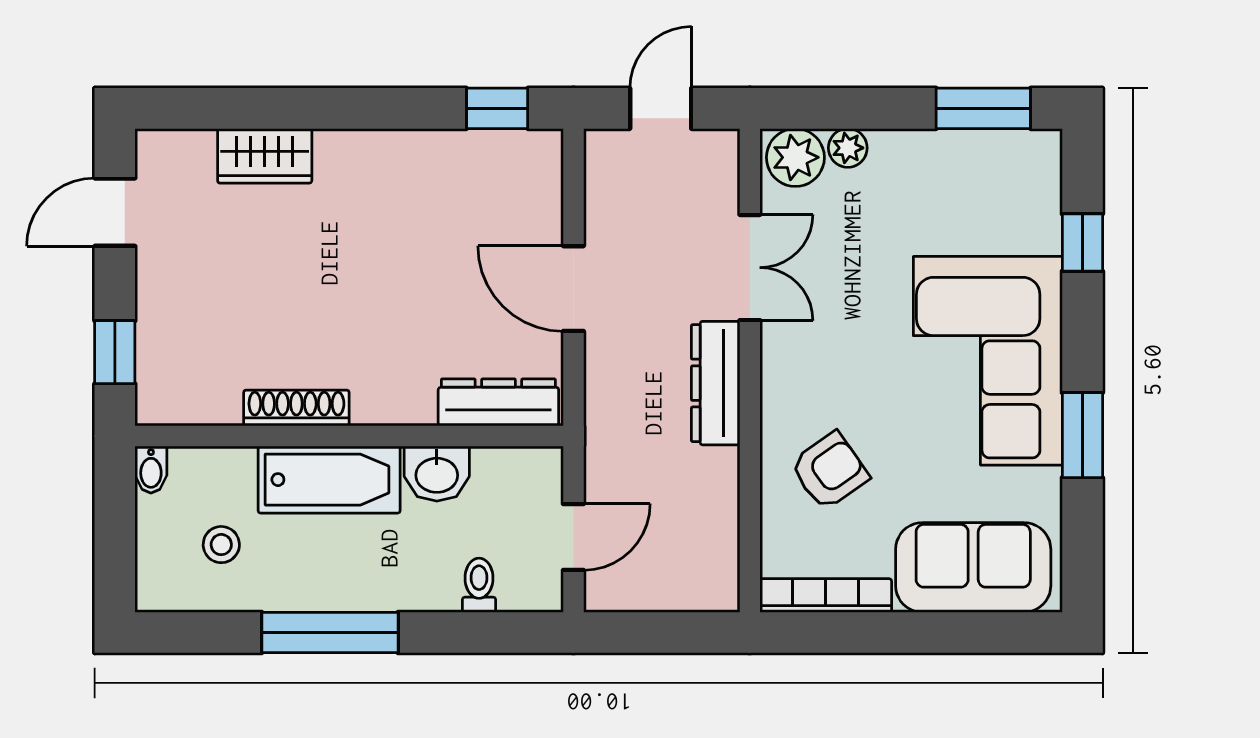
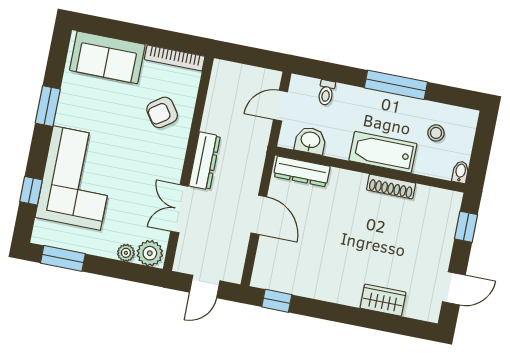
corner sofa: (988, 361) -> (77, 178), moved
washbasin: (437, 474) -> (310, 141), moved

